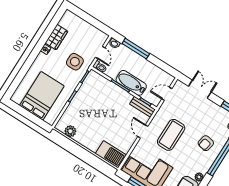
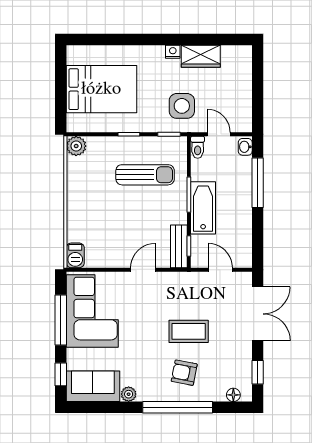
door: (100, 53) -> (219, 134), swing flipped
double door: (200, 89) -> (258, 314), width x1.37
sun lounger: (97, 101) -> (145, 175), added
plant: (70, 131) -> (76, 146), moved
coffee table: (171, 135) -> (189, 331), moved, width x0.73, depth x0.76
barbecue: (111, 154) -> (75, 255), width x0.53, depth x0.65

